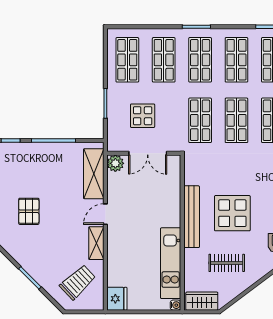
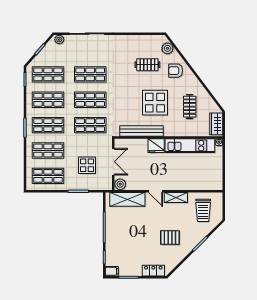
pallet: (29, 211) -> (170, 237), moved
bench: (192, 217) -> (142, 131), moved
trolley: (78, 282) -> (203, 210), turned -137
fridge: (117, 299) -> (156, 146), moved, turned 180

